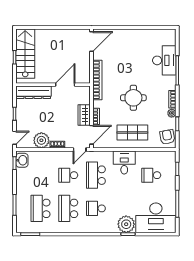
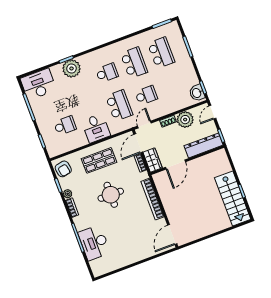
wall: (53, 85) -> (187, 160), moved
door: (65, 85) -> (175, 164), moved
dresser: (34, 92) -> (204, 145), moved
desk: (156, 218) -> (38, 84), width x0.73, depth x0.77

